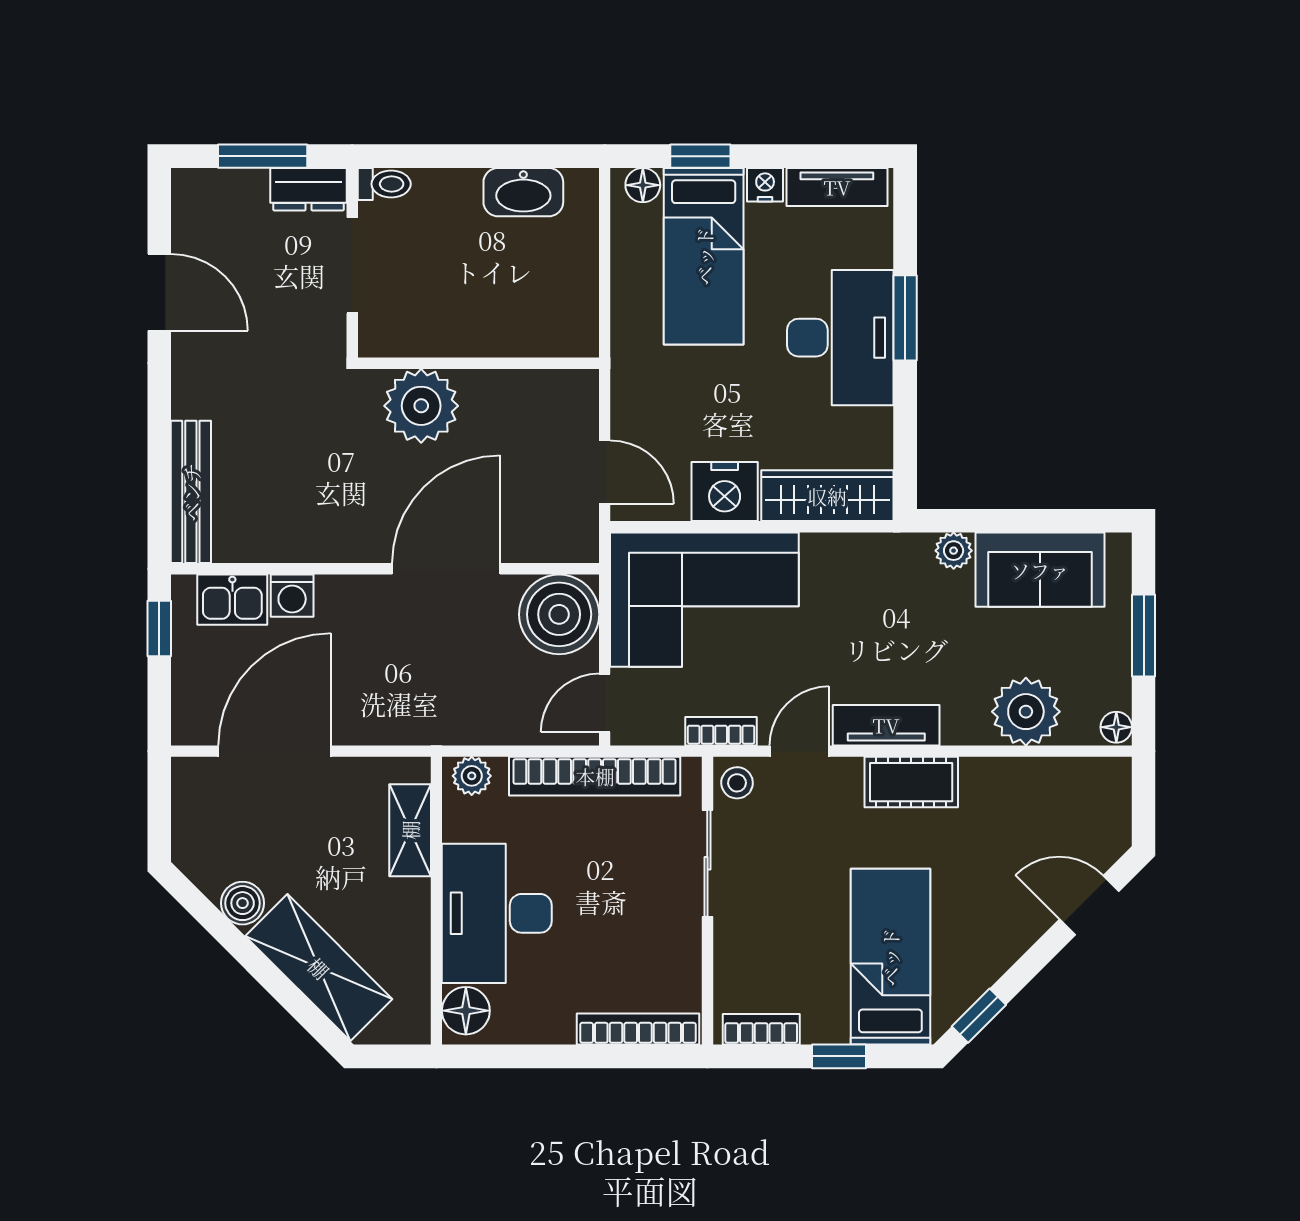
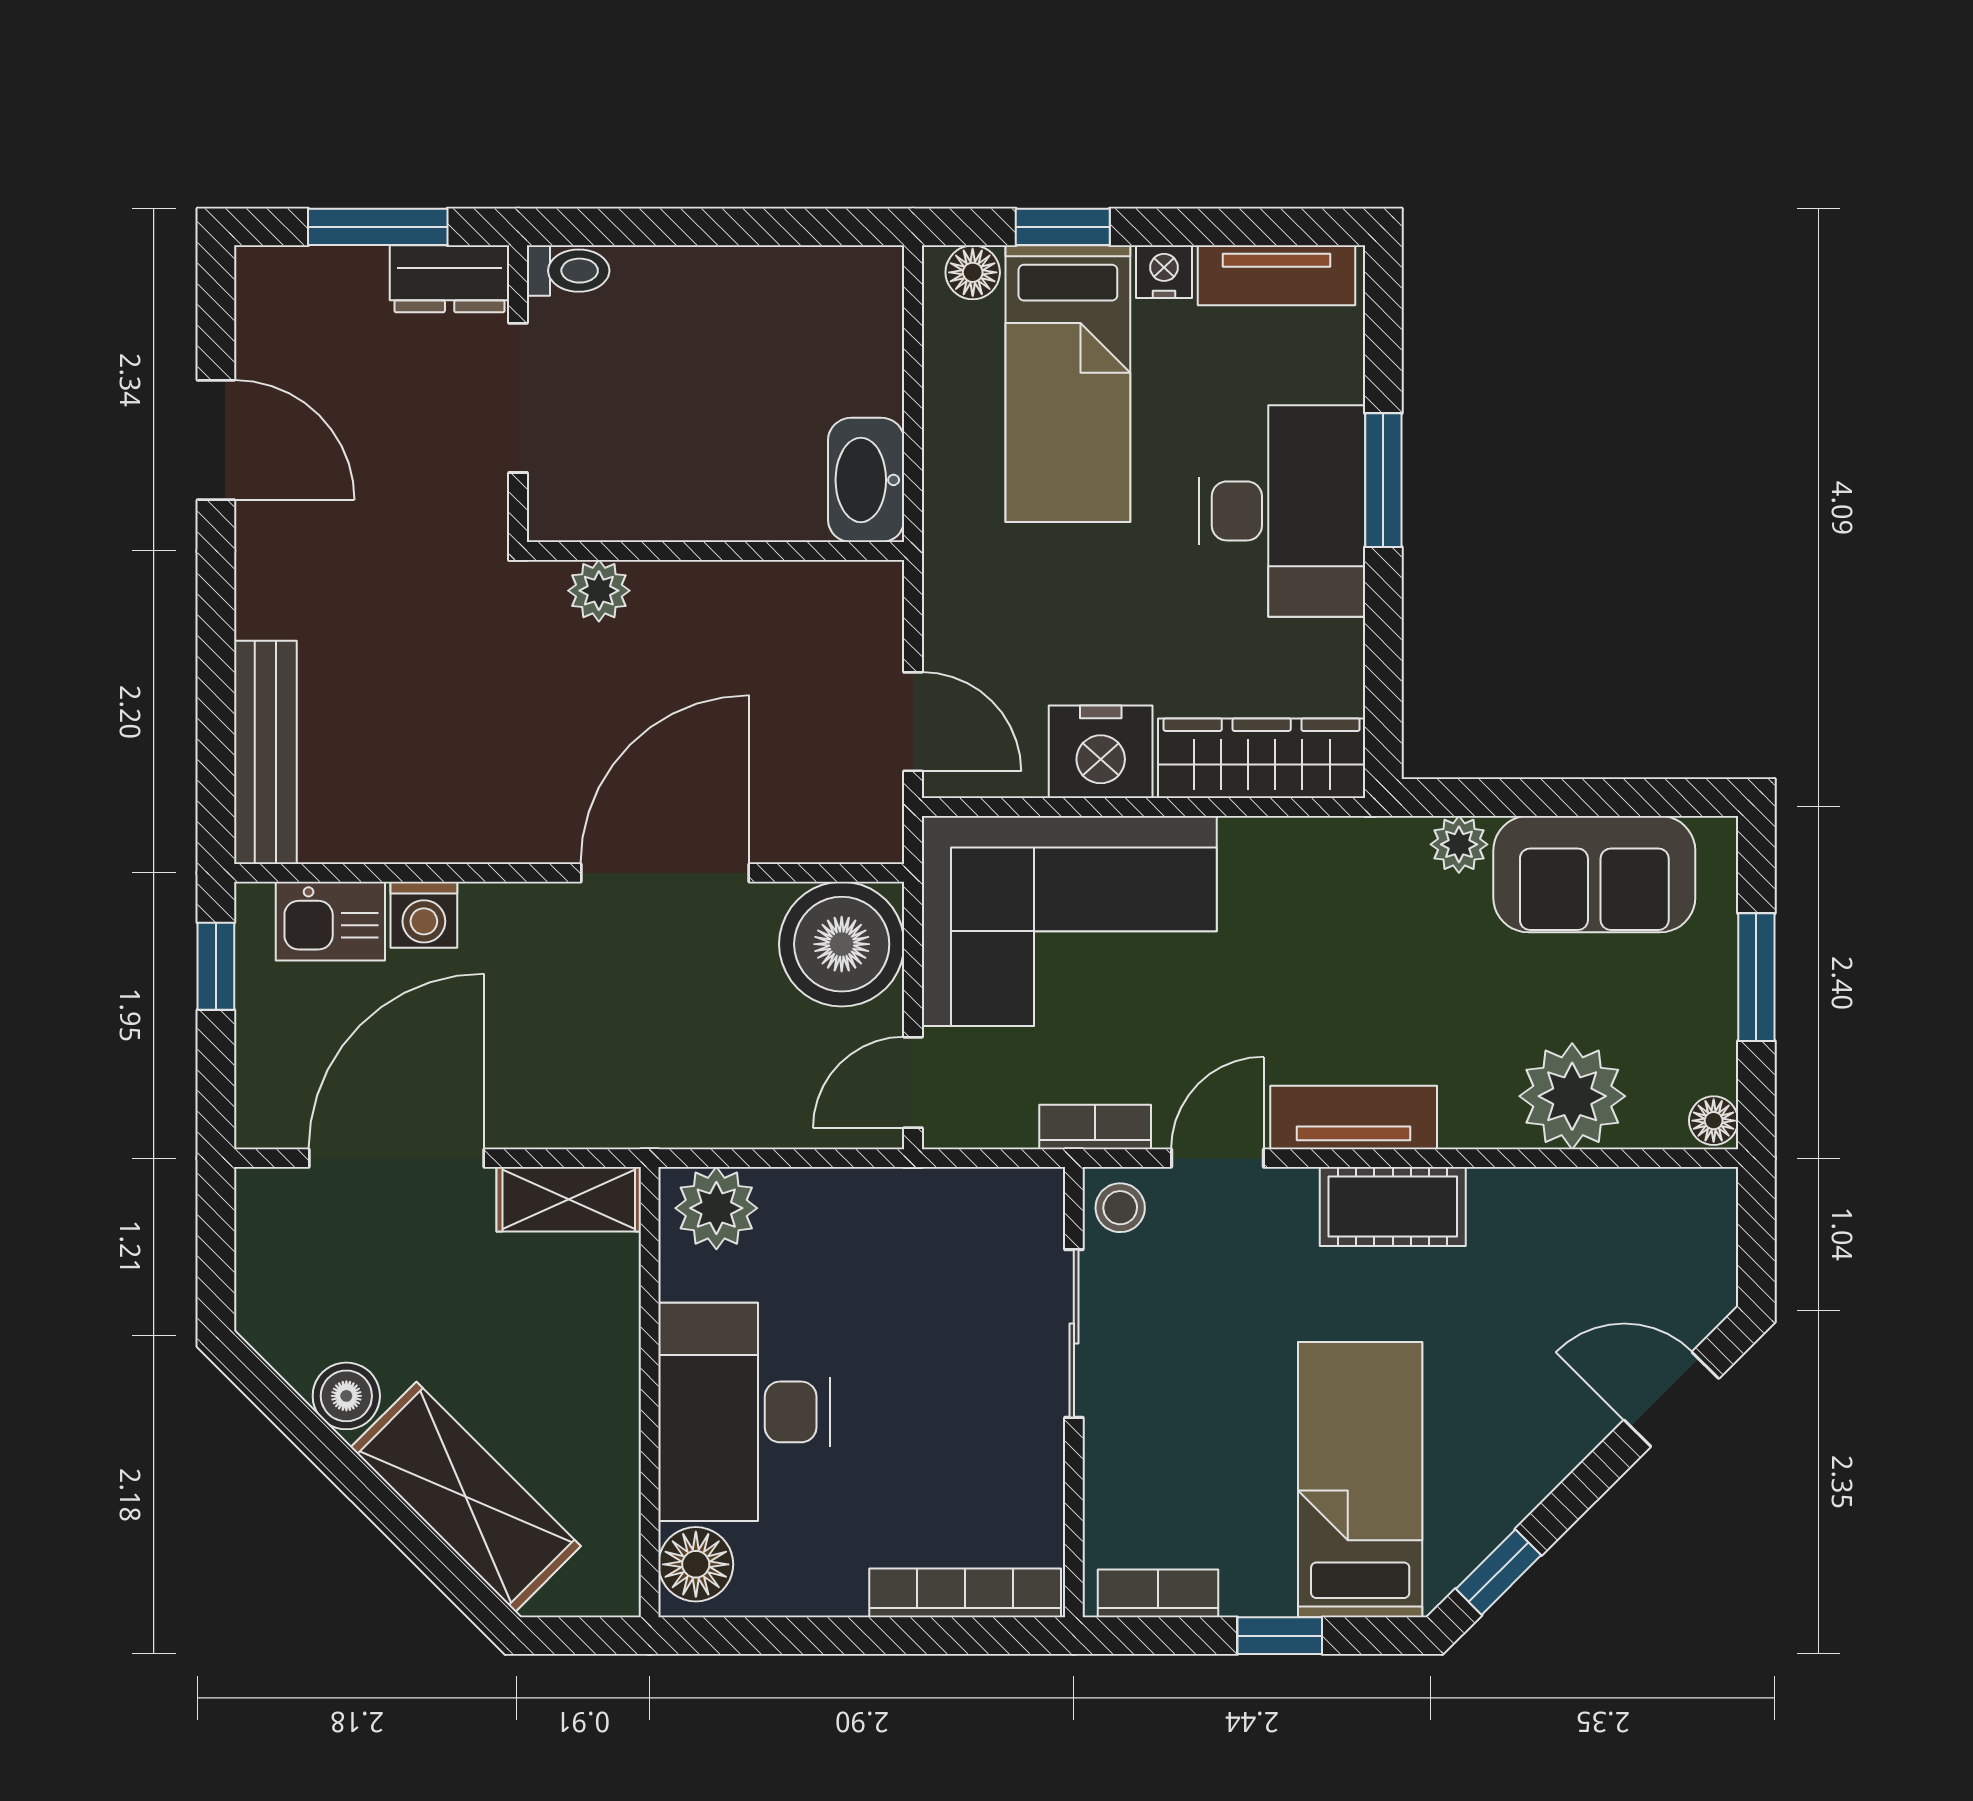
washbasin: (523, 192) -> (866, 480), moved, turned 90
plant: (421, 406) -> (599, 591), width x0.53, depth x0.53
plant: (472, 776) -> (716, 1208), width x1.38, depth x1.38
bookcase: (595, 776) -> (897, 1197), removed
shelving: (410, 830) -> (569, 1199), moved, turned 90

